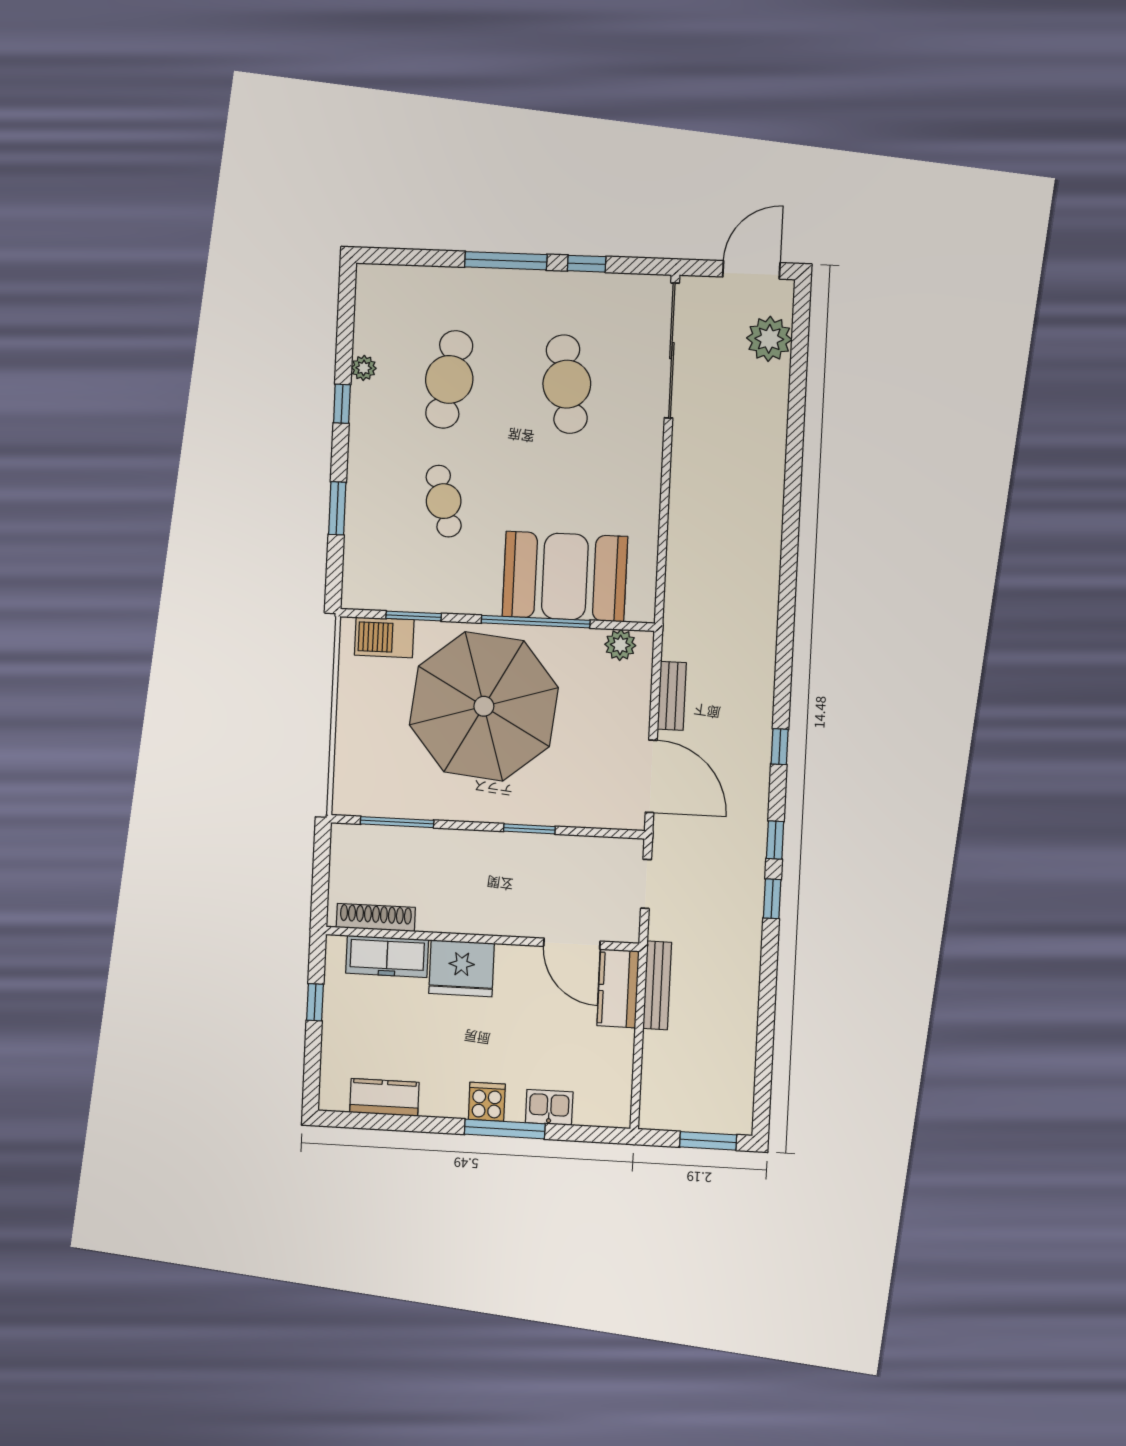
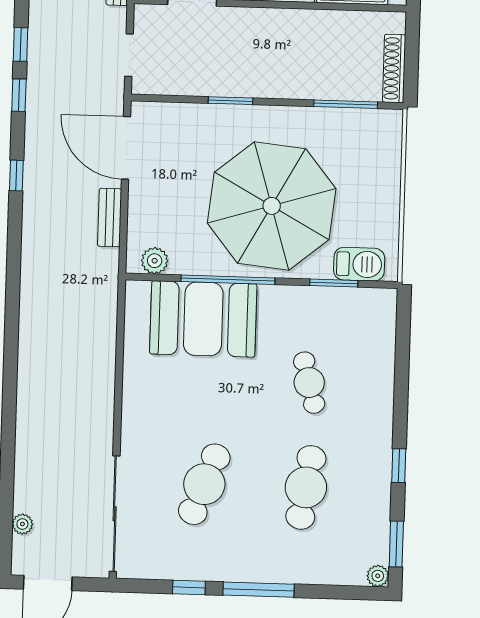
plant: (769, 339) -> (22, 524), width x0.53, depth x0.53
plant: (364, 368) -> (378, 576), moved
cafe table: (567, 384) -> (204, 484), turned 30
window: (337, 508) -> (396, 544), moved
shoe rack: (376, 917) -> (394, 68), moved, turned 90

